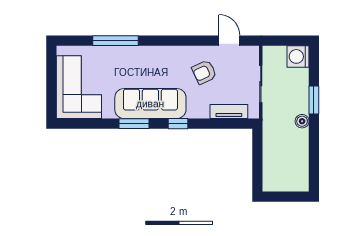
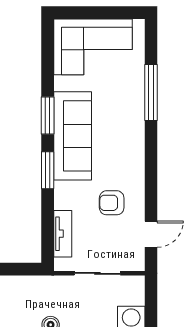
armchair: (204, 72) -> (112, 203), turned -65
window: (178, 124) -> (48, 170), width x1.50

